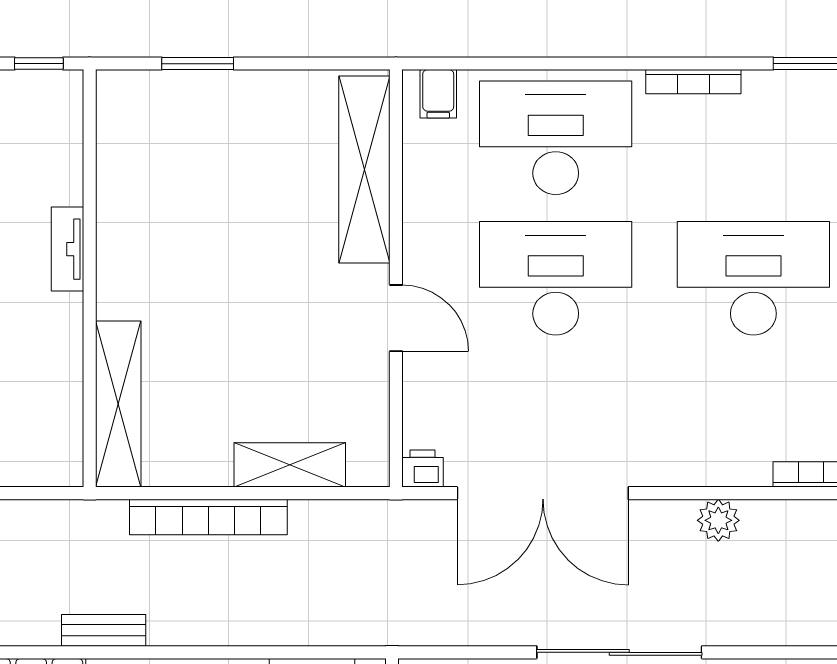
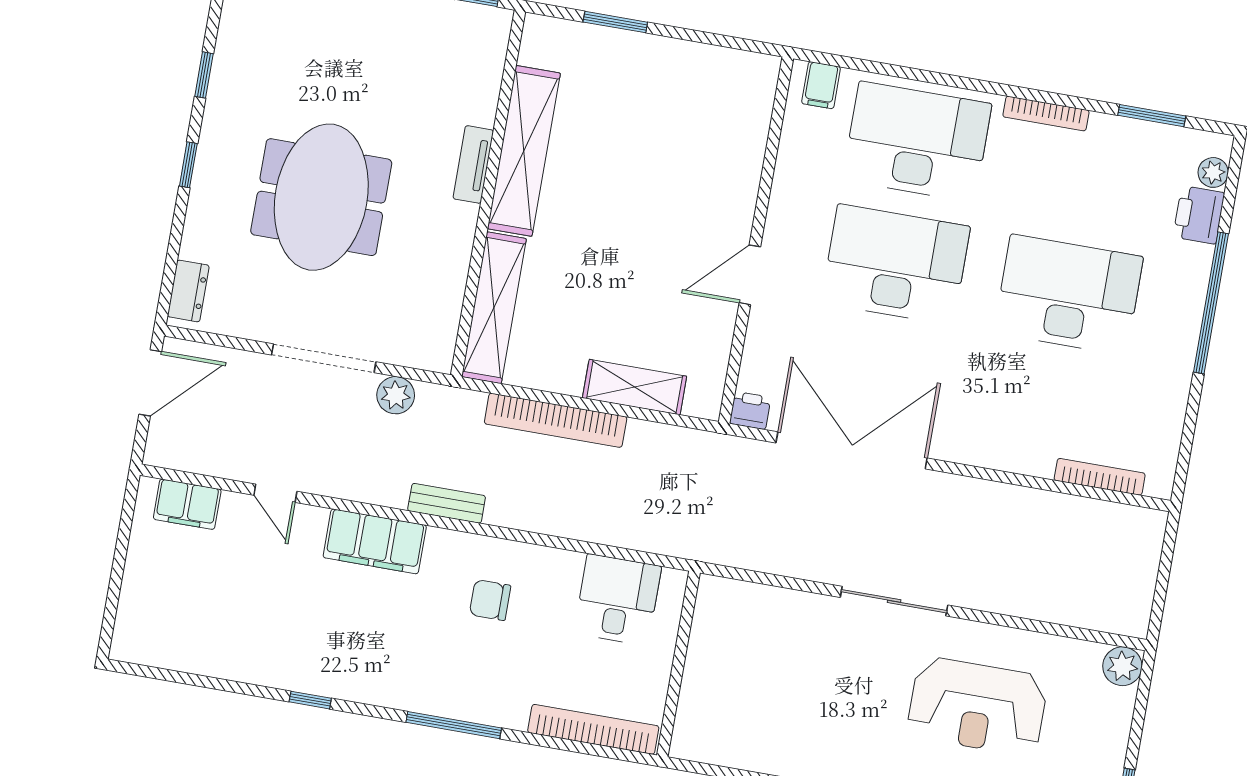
shelving: (364, 170) -> (524, 151), moved
door: (396, 318) -> (750, 275), swing flipped
double door: (543, 493) -> (852, 450), swing flipped
plant: (718, 520) -> (396, 395), moved
sliding door: (619, 652) -> (894, 601), width x0.73

